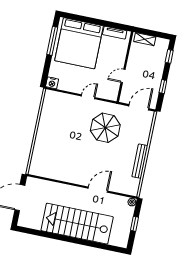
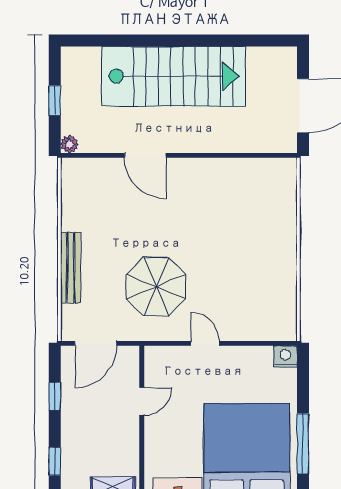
door: (88, 97) -> (205, 343), swing flipped
bench: (140, 161) -> (70, 268), moved
door: (98, 190) -> (145, 155), hinge flipped

